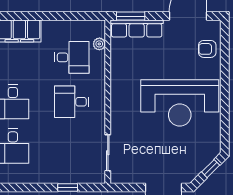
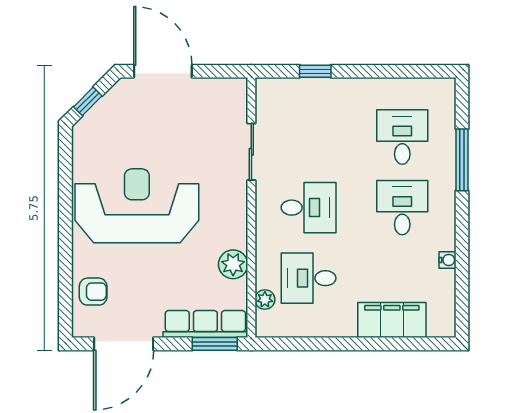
plant: (119, 66) -> (233, 264), added
sliding door: (108, 153) -> (251, 152), moved

